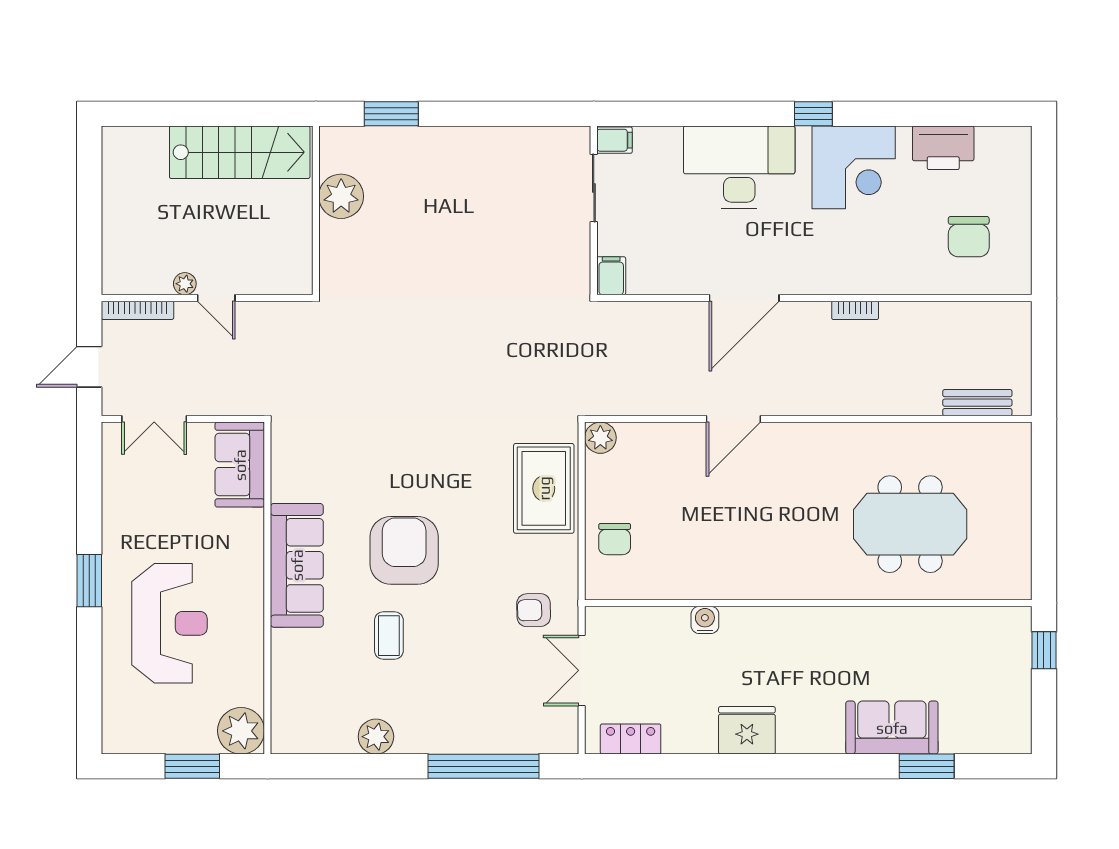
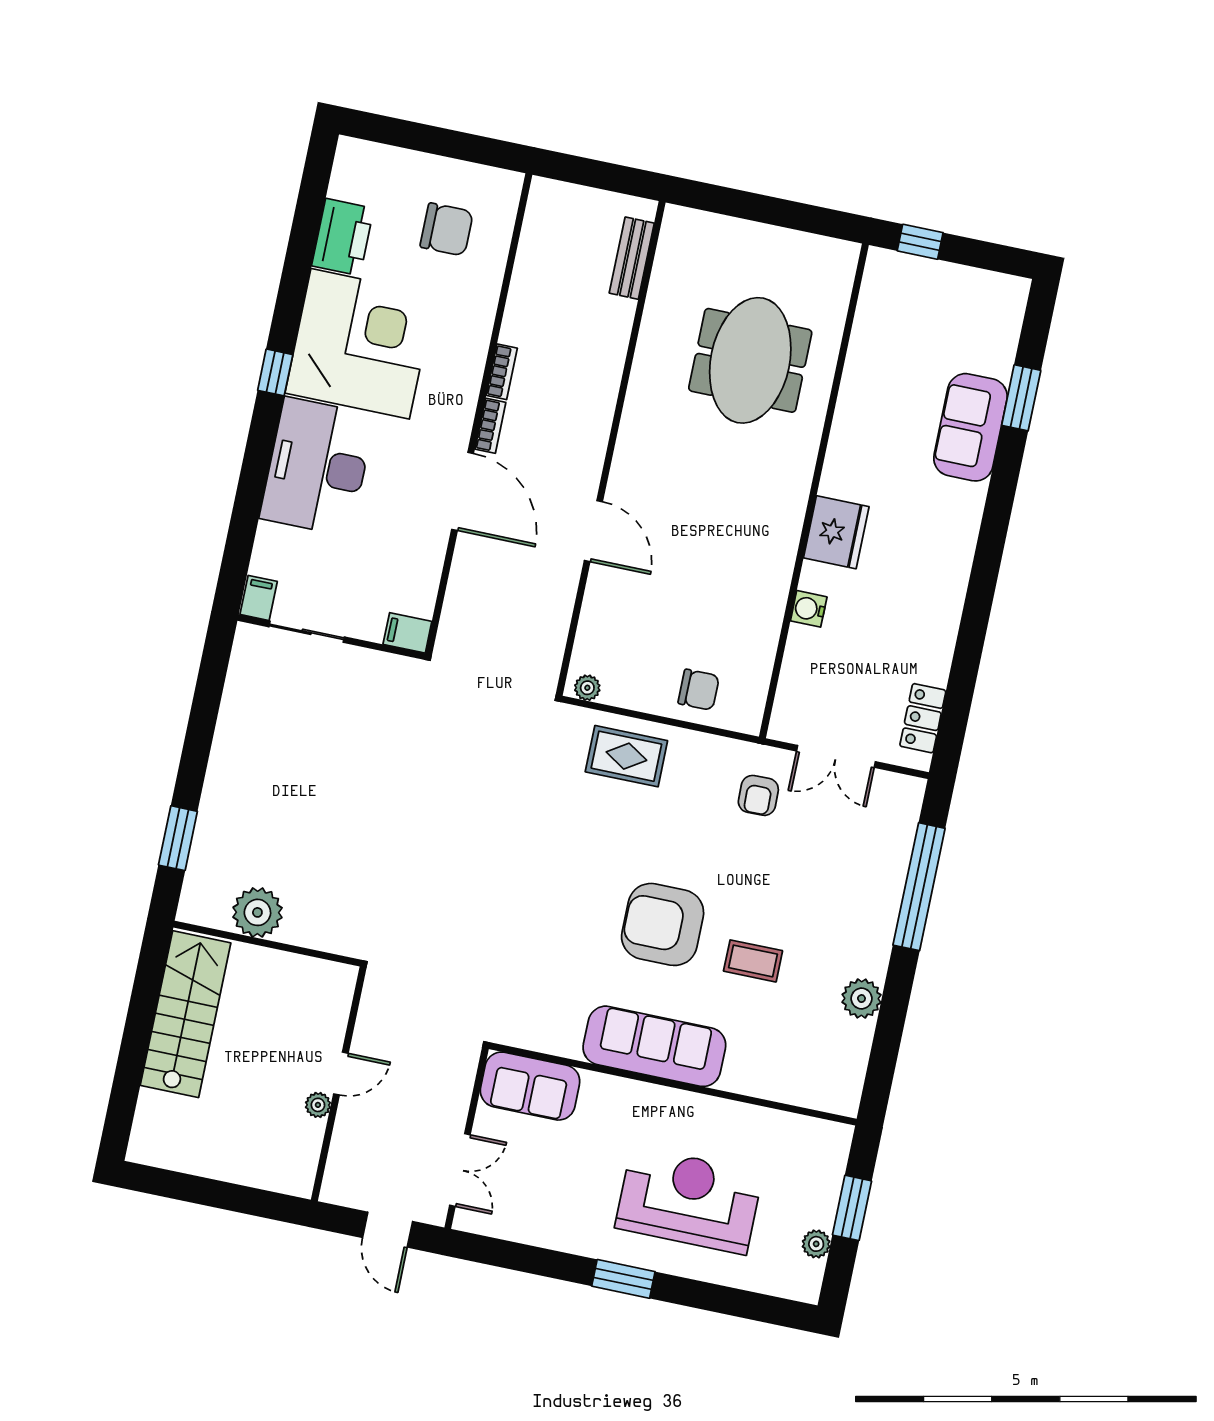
corner desk: (854, 167) -> (360, 344), width x1.36, depth x1.36
bookcase: (137, 310) -> (490, 426), moved, width x0.64
plant: (600, 438) -> (587, 688), width x0.73, depth x0.73
rug: (544, 488) -> (626, 756), width x0.73, depth x0.70
fridge: (747, 730) -> (836, 532), moved, turned 180
plant: (241, 731) -> (816, 1244), moved, width x0.53, depth x0.53

